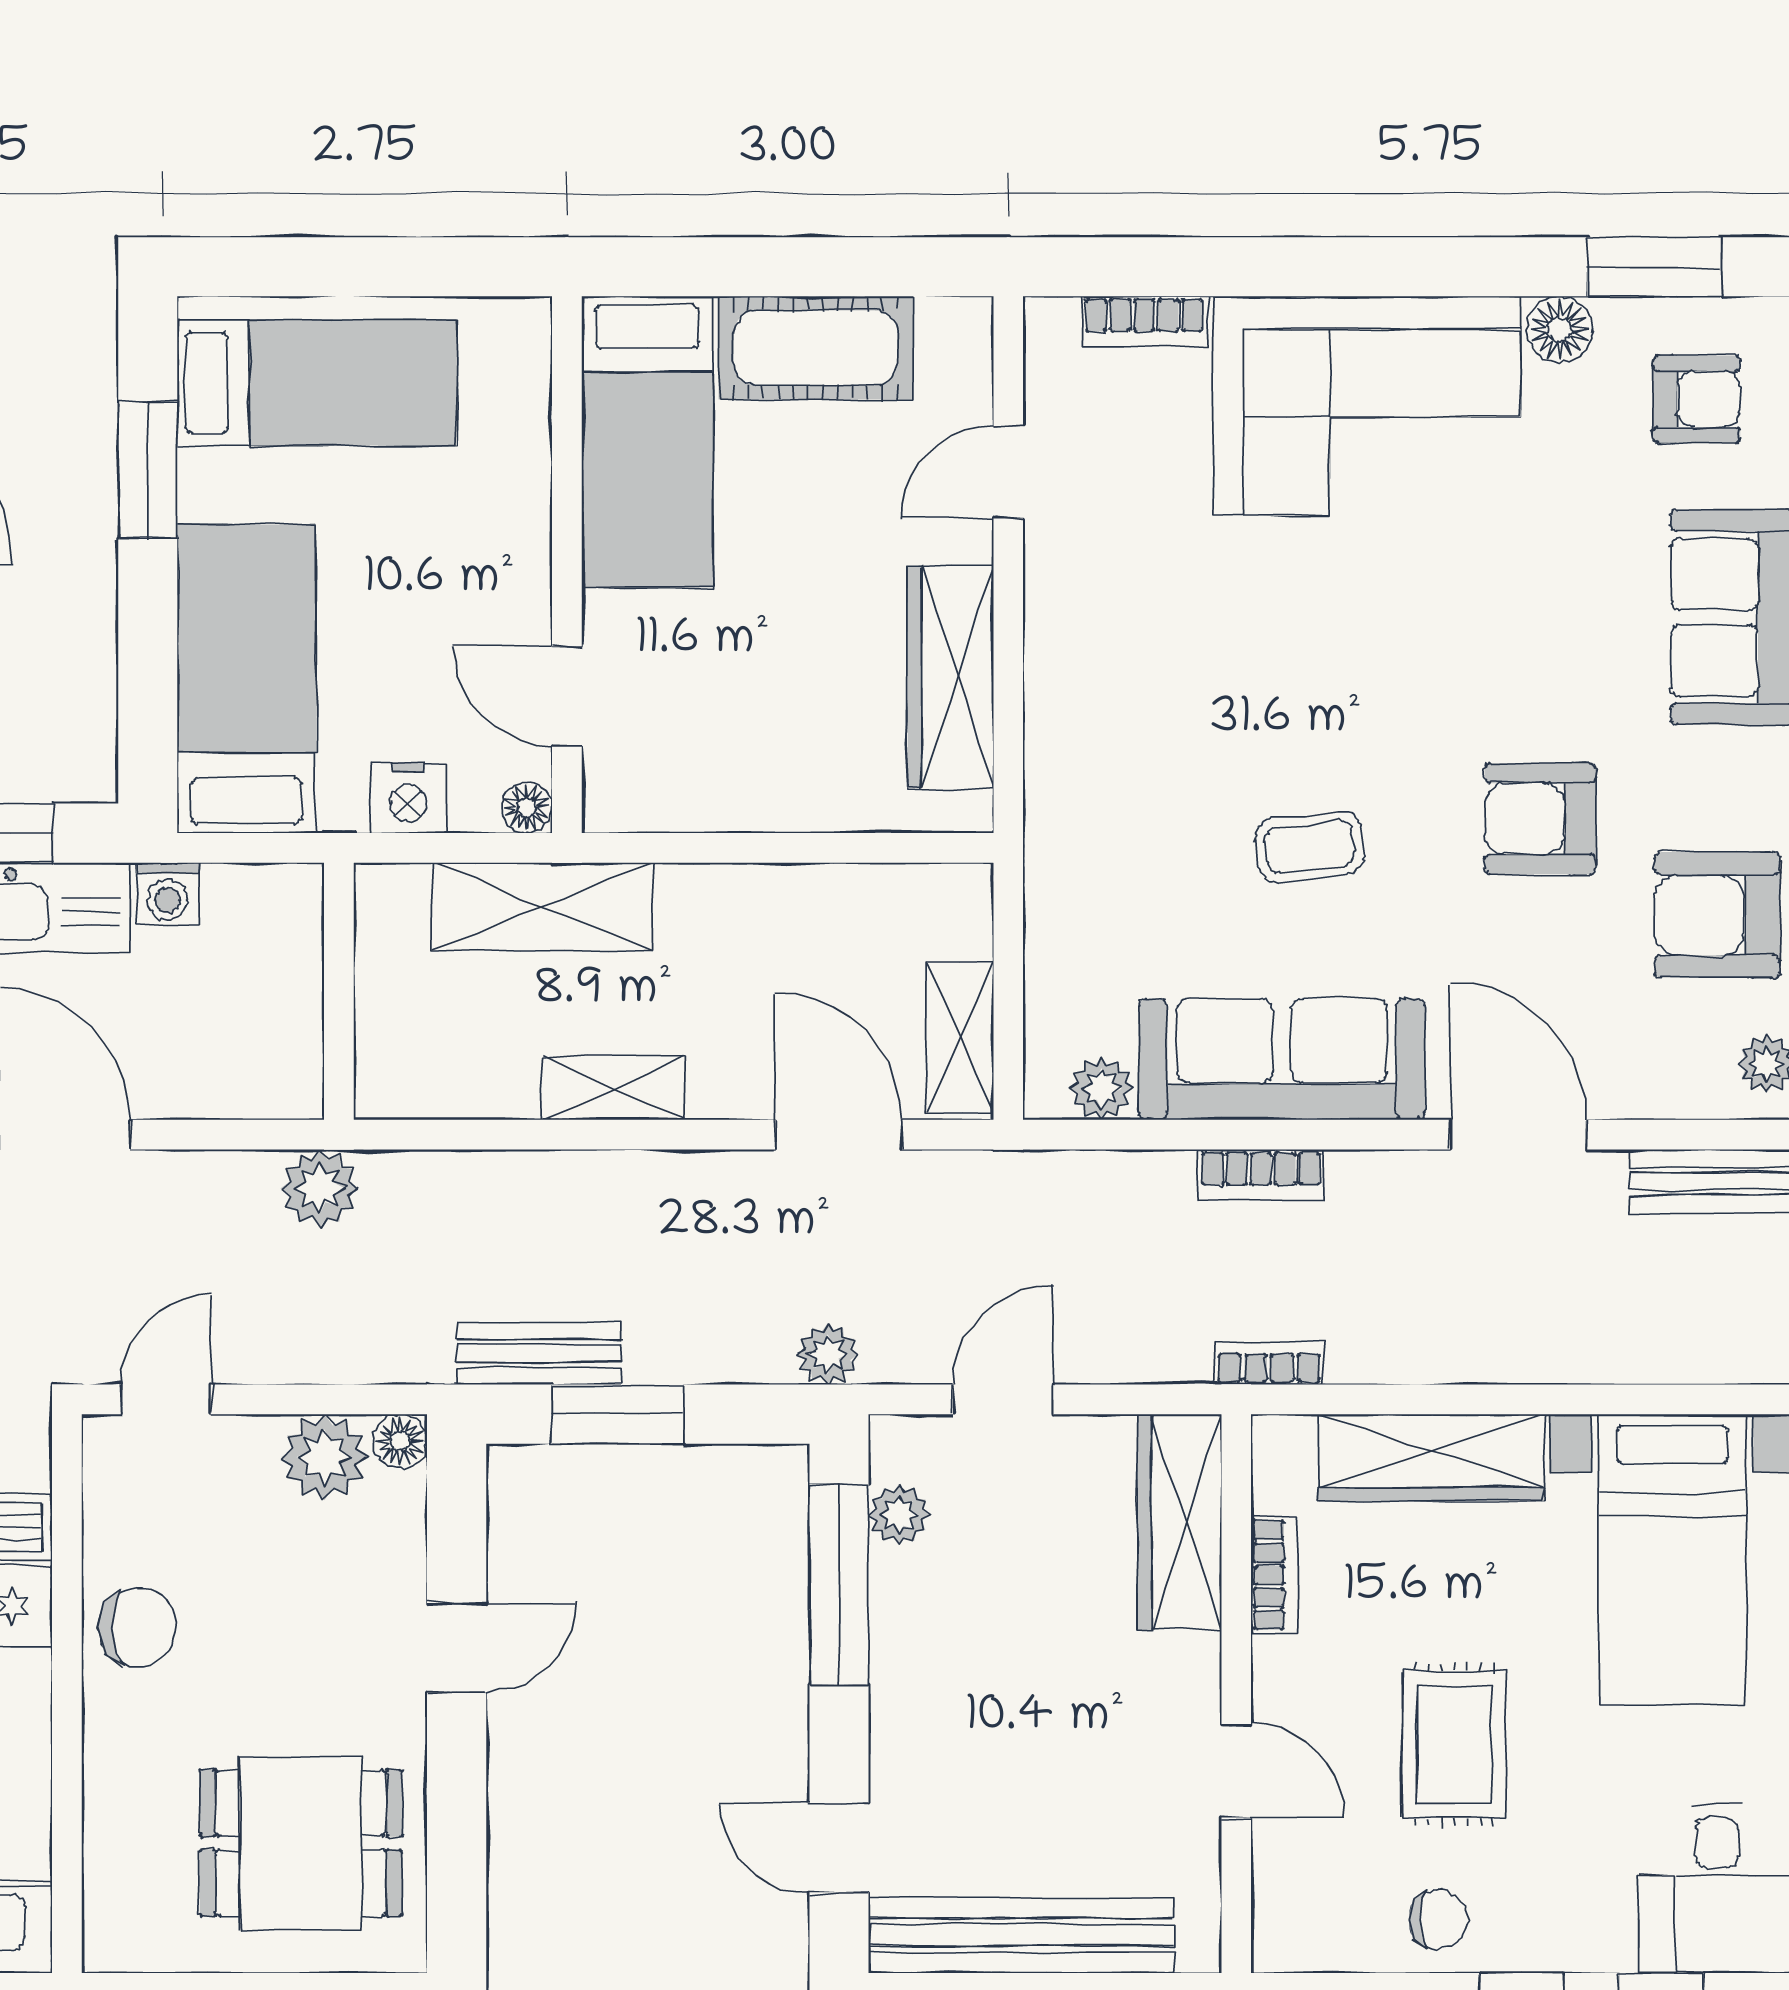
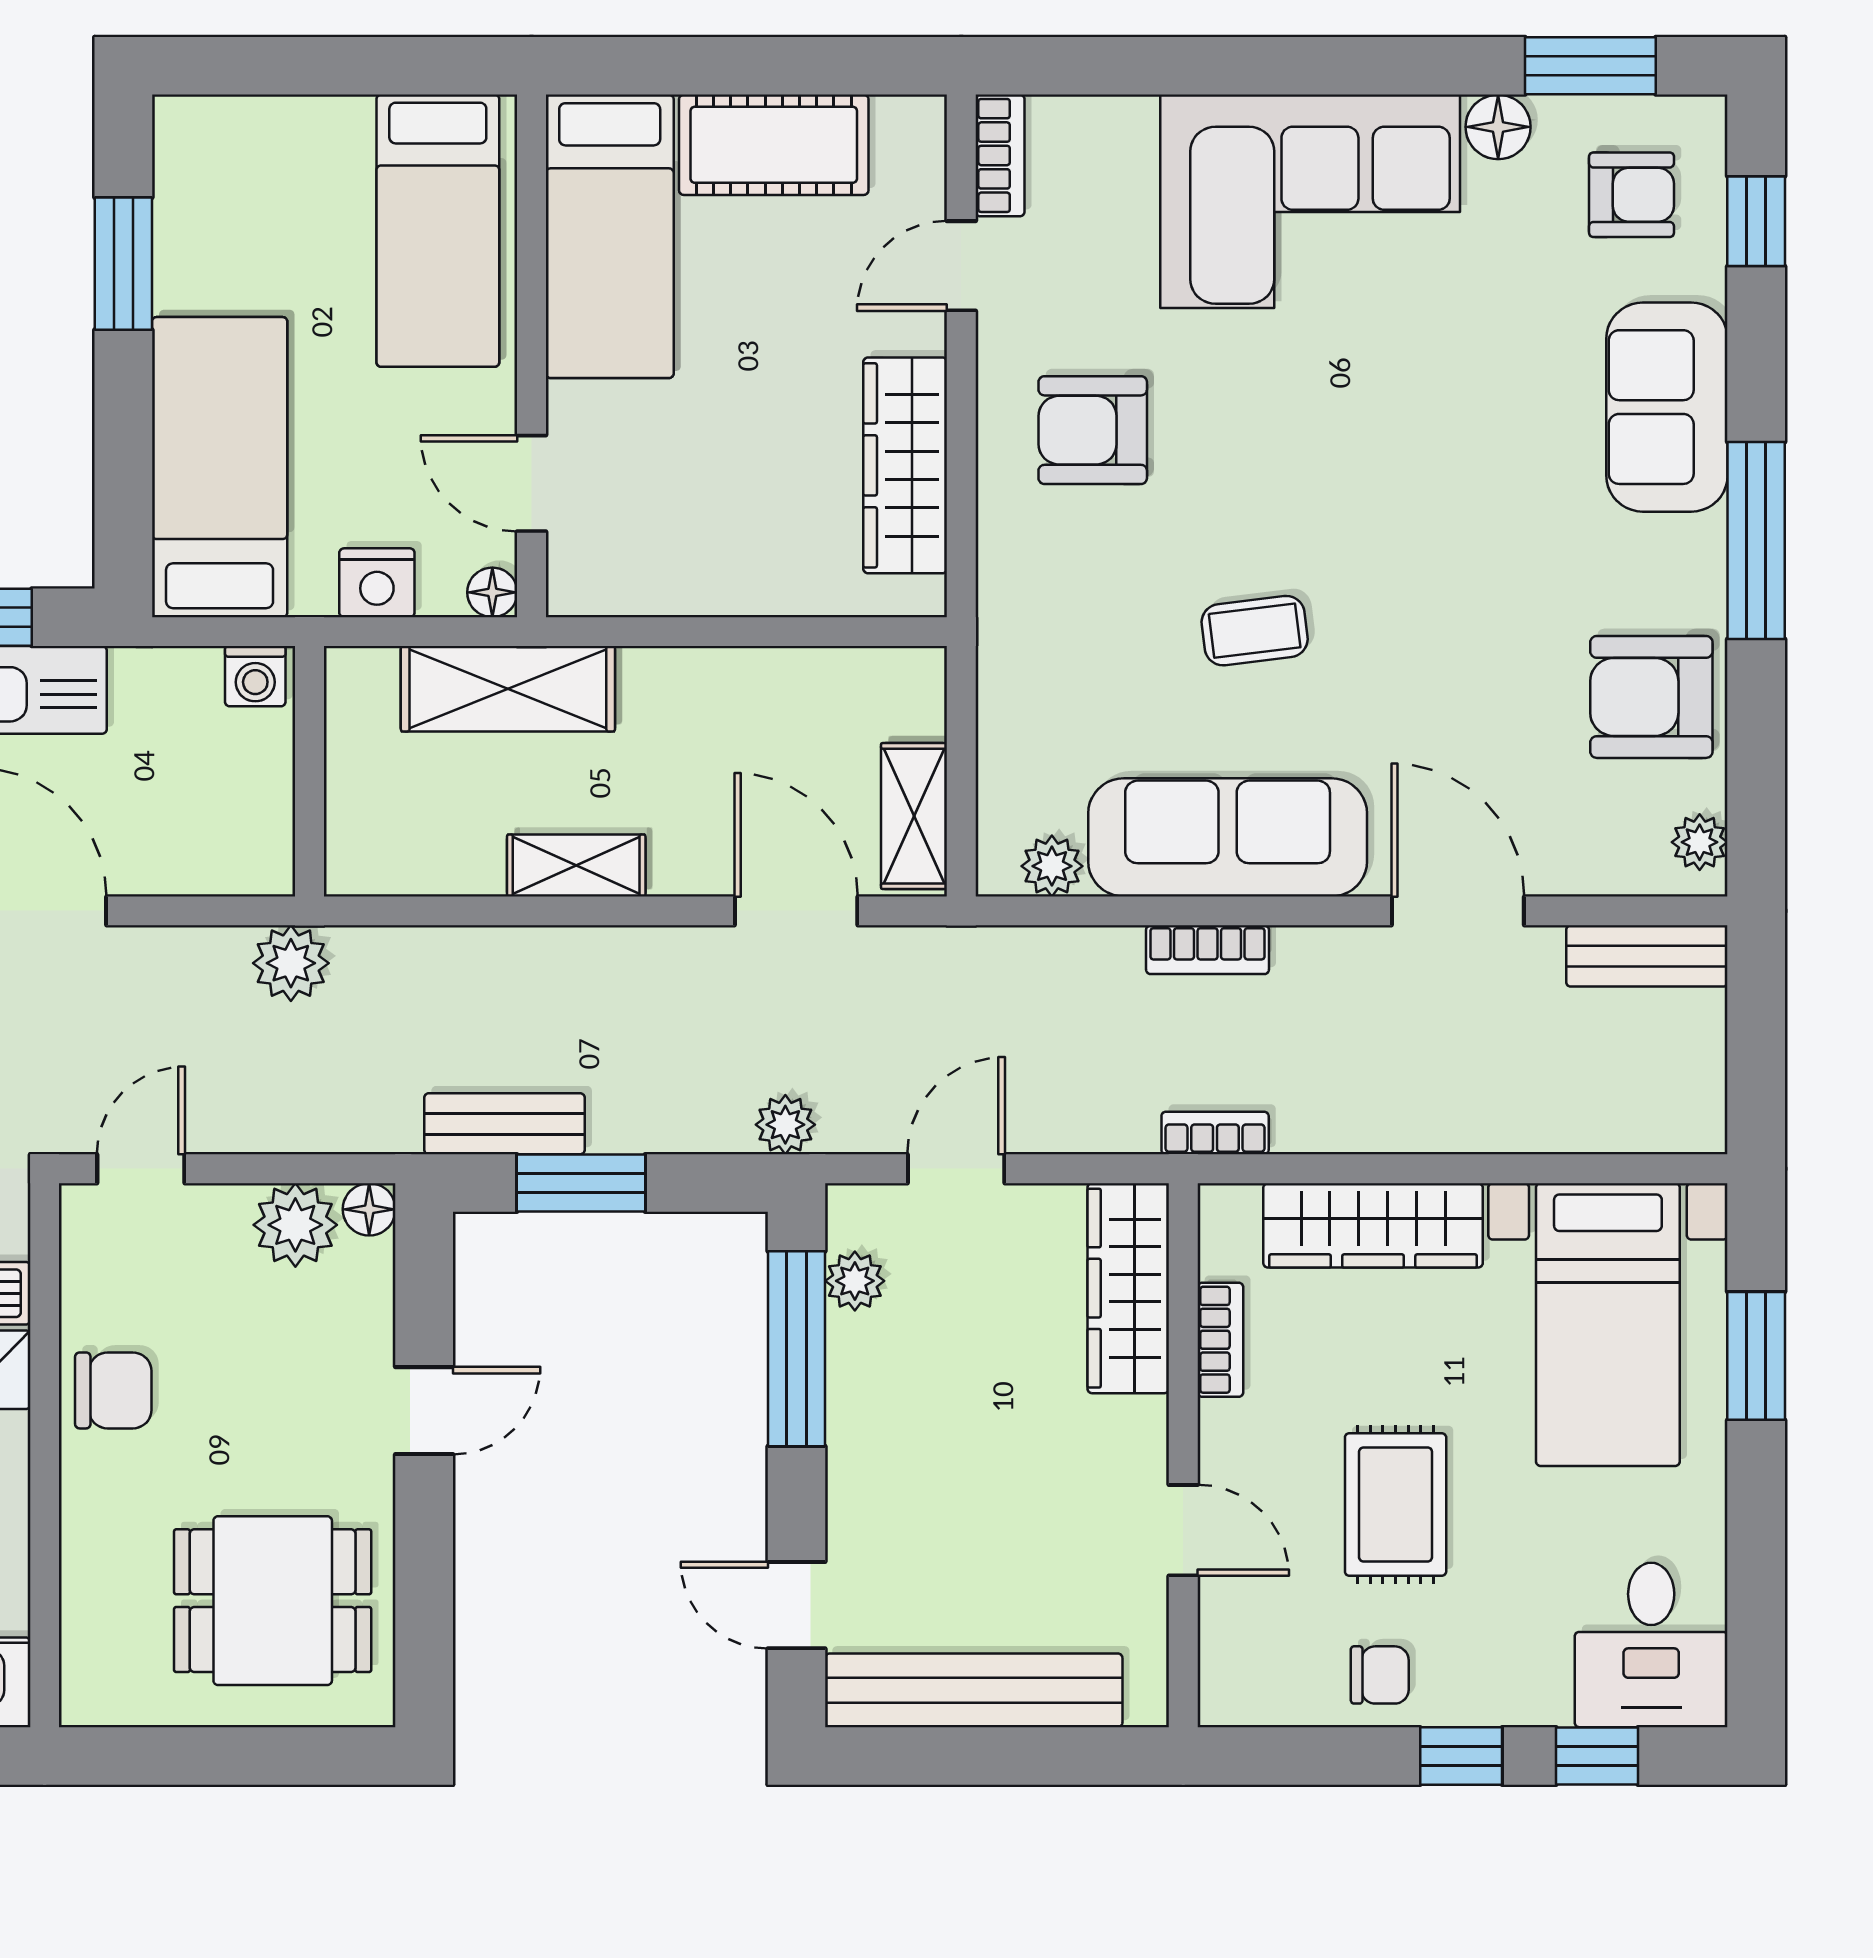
bookcase: (1144, 321) -> (1000, 155), moved, turned -90
bed: (317, 382) -> (438, 231), moved, turned 90
armchair: (1540, 819) -> (1093, 430), moved
washing machine: (167, 894) -> (255, 676), moved

